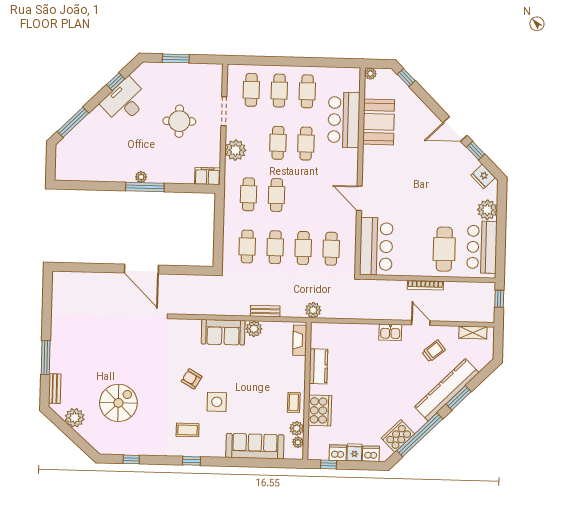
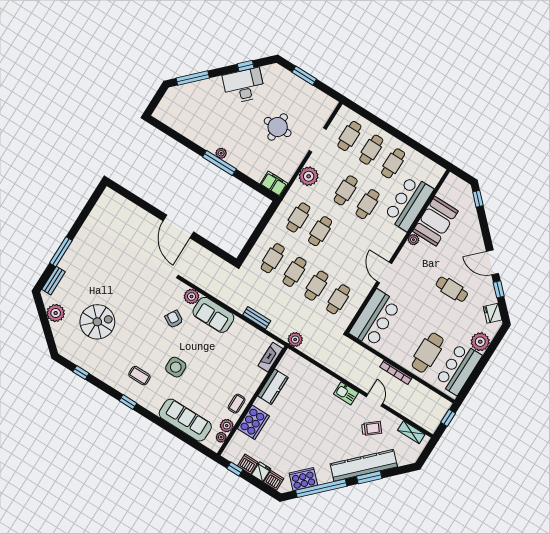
plant: (371, 74) -> (413, 240), moved
cafe table: (432, 176) -> (452, 289), added
plant: (254, 329) -> (192, 296), moved
armchair: (192, 379) -> (174, 319), moved

